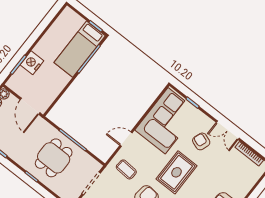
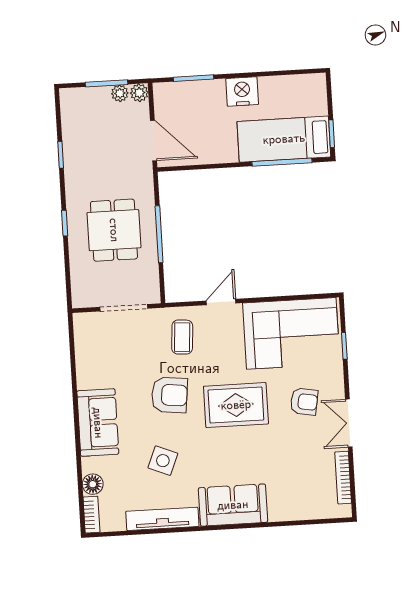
nightstand: (32, 63) -> (242, 91), moved
door: (30, 106) -> (153, 141), swing flipped
door: (126, 139) -> (221, 302), hinge flipped
armchair: (201, 141) -> (304, 402), turned 80
dining table: (54, 158) -> (114, 230), turned 90

